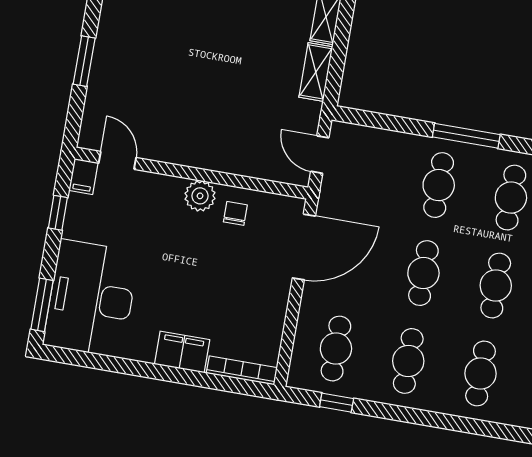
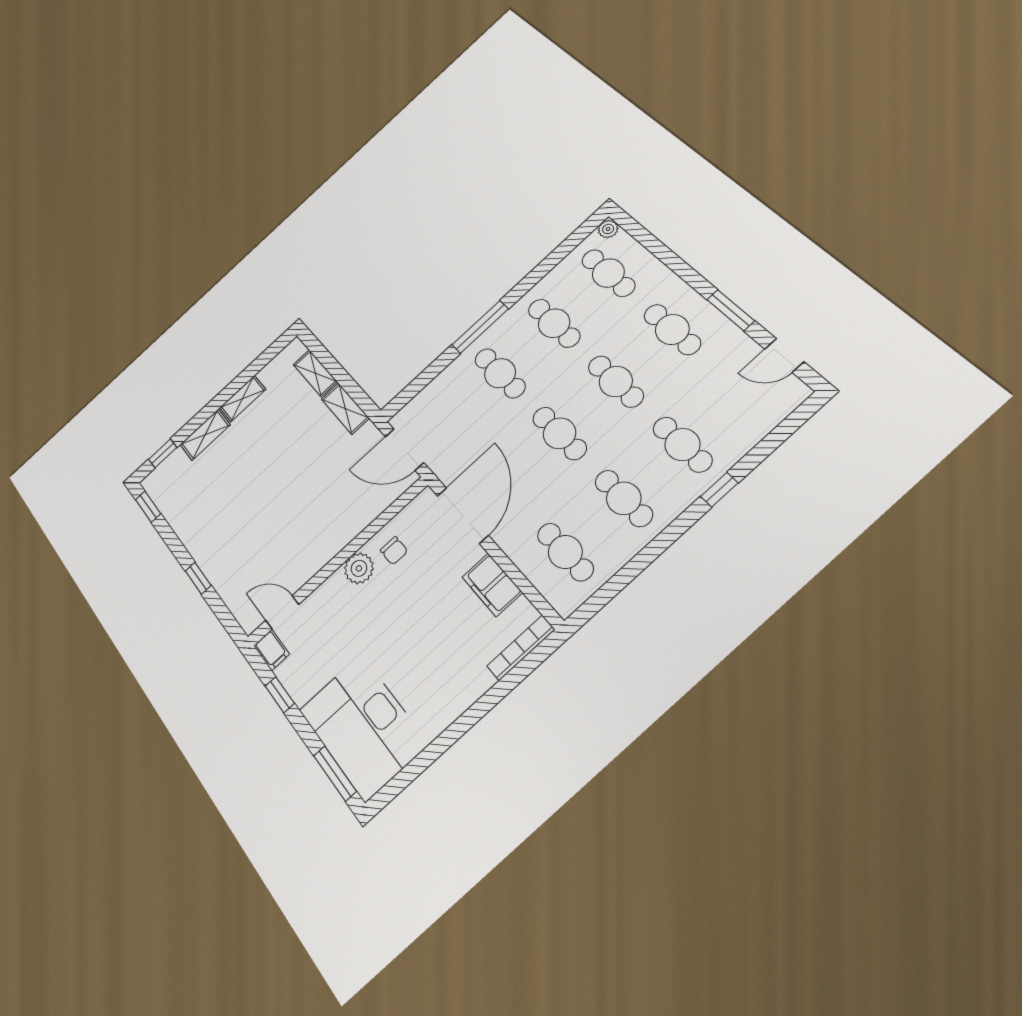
window: (84, 61) -> (198, 578), width x0.67
door: (320, 155) -> (404, 450), width x1.38
chair: (235, 213) -> (394, 551), turned 180
filing cabinet: (182, 352) -> (492, 585), moved, turned -90
window: (337, 403) -> (719, 490), moved

